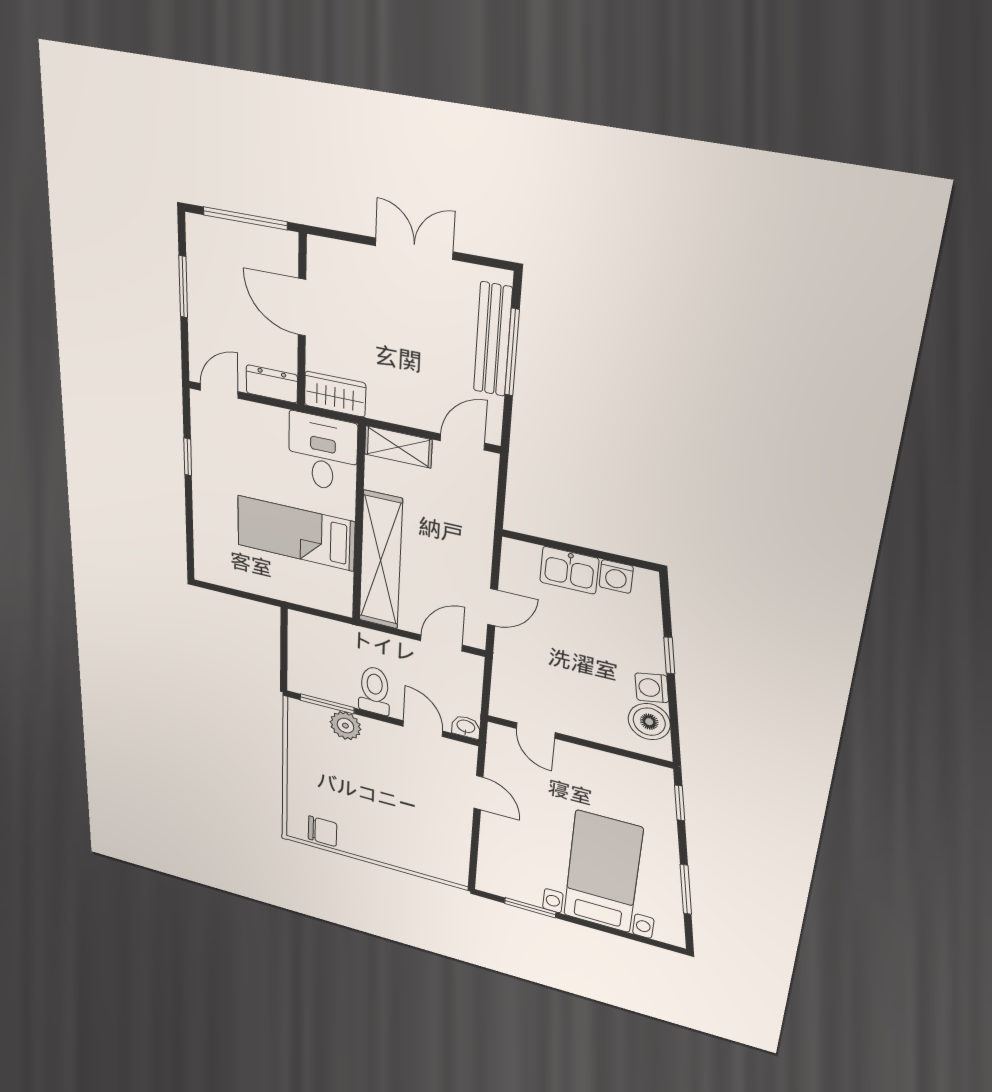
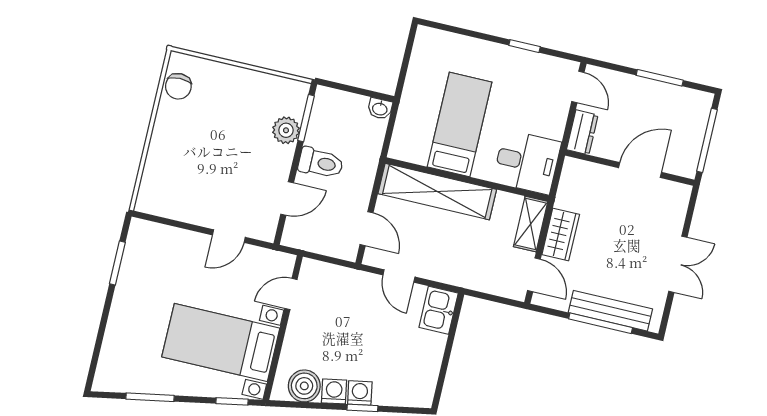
wardrobe: (335, 394) -> (561, 234), moved
kitchen sink: (569, 570) -> (439, 310), moved
washing machine: (616, 577) -> (360, 393), moved, turned 80
washbasin: (466, 727) -> (380, 109), moved, turned 90
bed with nightstands: (603, 872) -> (221, 342), moved, turned 180

